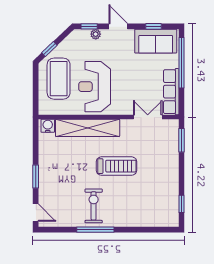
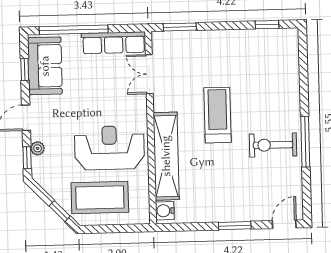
reception desk: (95, 87) -> (109, 148), turned 180

